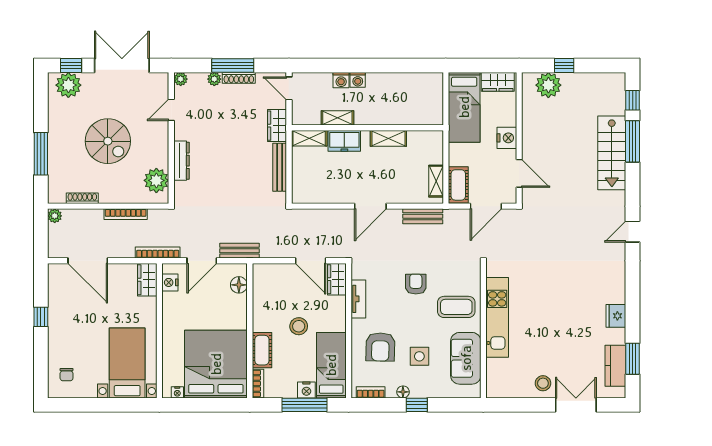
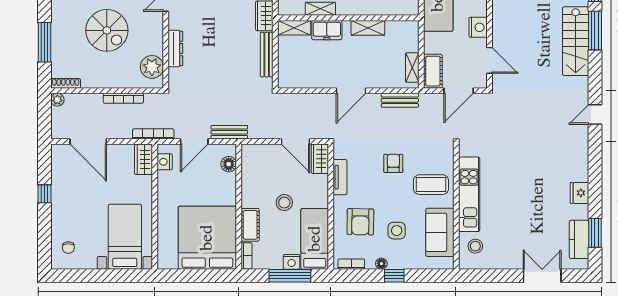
shoe rack: (82, 198) -> (66, 83), moved
stool: (543, 383) -> (475, 246), moved
nightstand: (177, 392) -> (171, 264), removed

